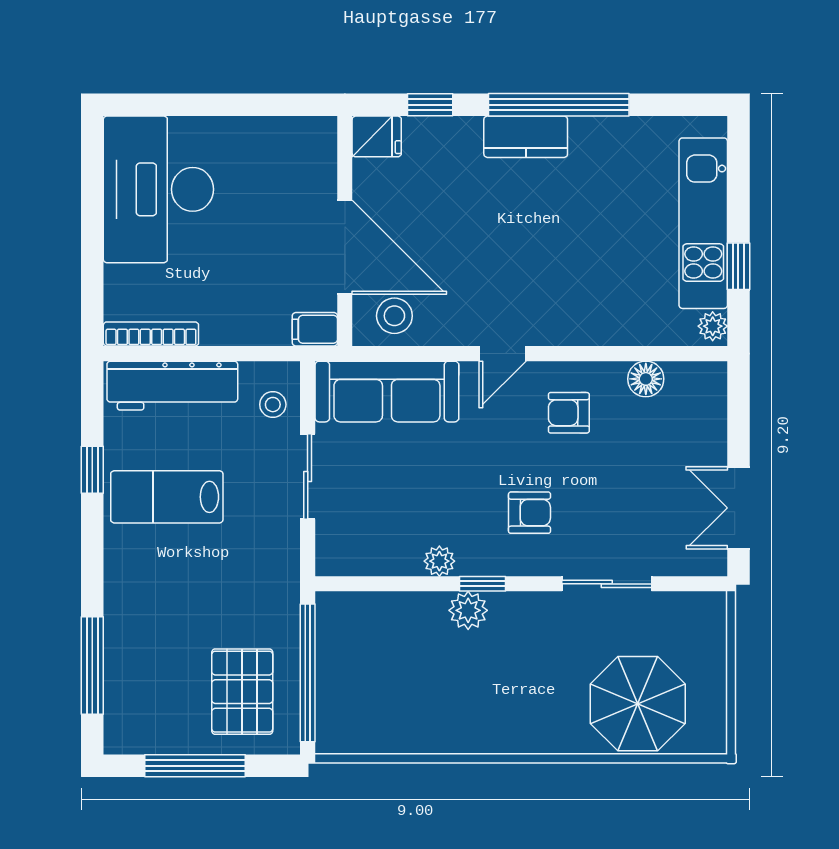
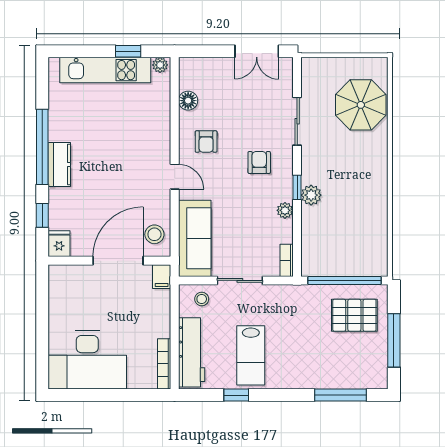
bookcase: (346, 564) -> (287, 260), added

